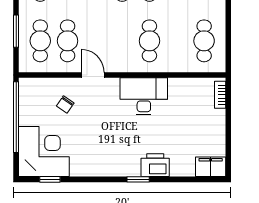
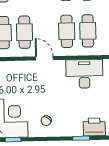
cafe table: (122, 41) -> (67, 31), added
chair: (65, 104) -> (46, 121), moved

